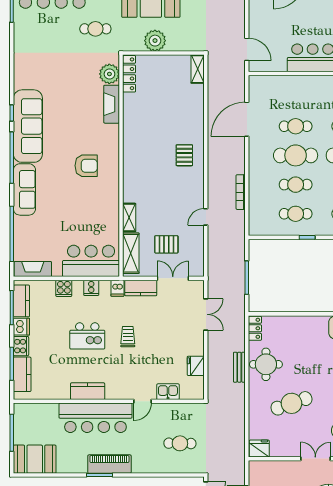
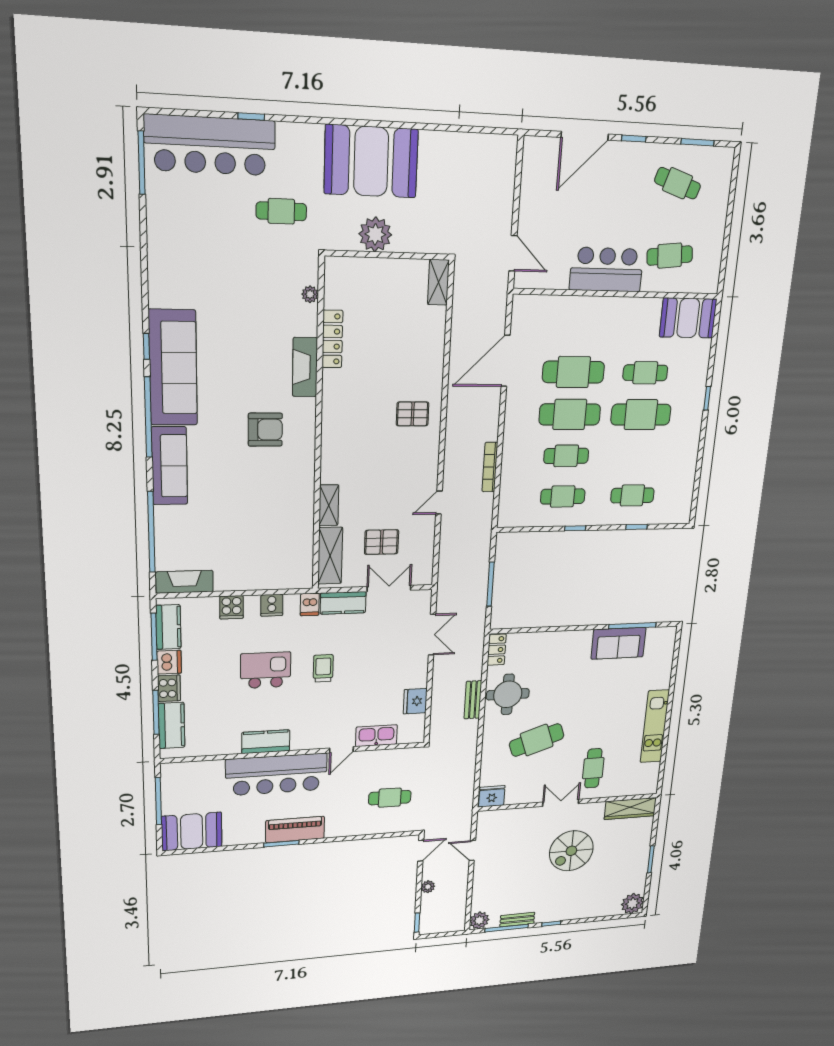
plant: (109, 74) -> (310, 294), width x0.53, depth x0.53
locker: (129, 74) -> (332, 339), moved
fireplace: (112, 104) -> (305, 367), moved
cafe table: (296, 126) -> (573, 372), width x1.37, depth x1.35
pallet: (184, 155) -> (413, 414), turned 90
bar counter: (91, 261) -> (272, 568), removed
kitchen island: (87, 336) -> (266, 670), turned 180
kitchen sink: (168, 392) -> (376, 736), width x1.38

